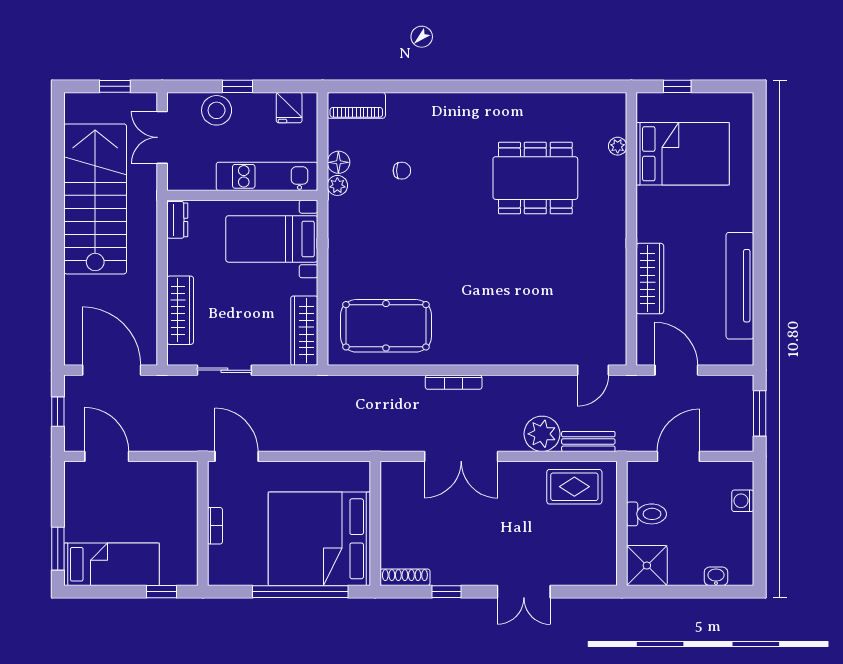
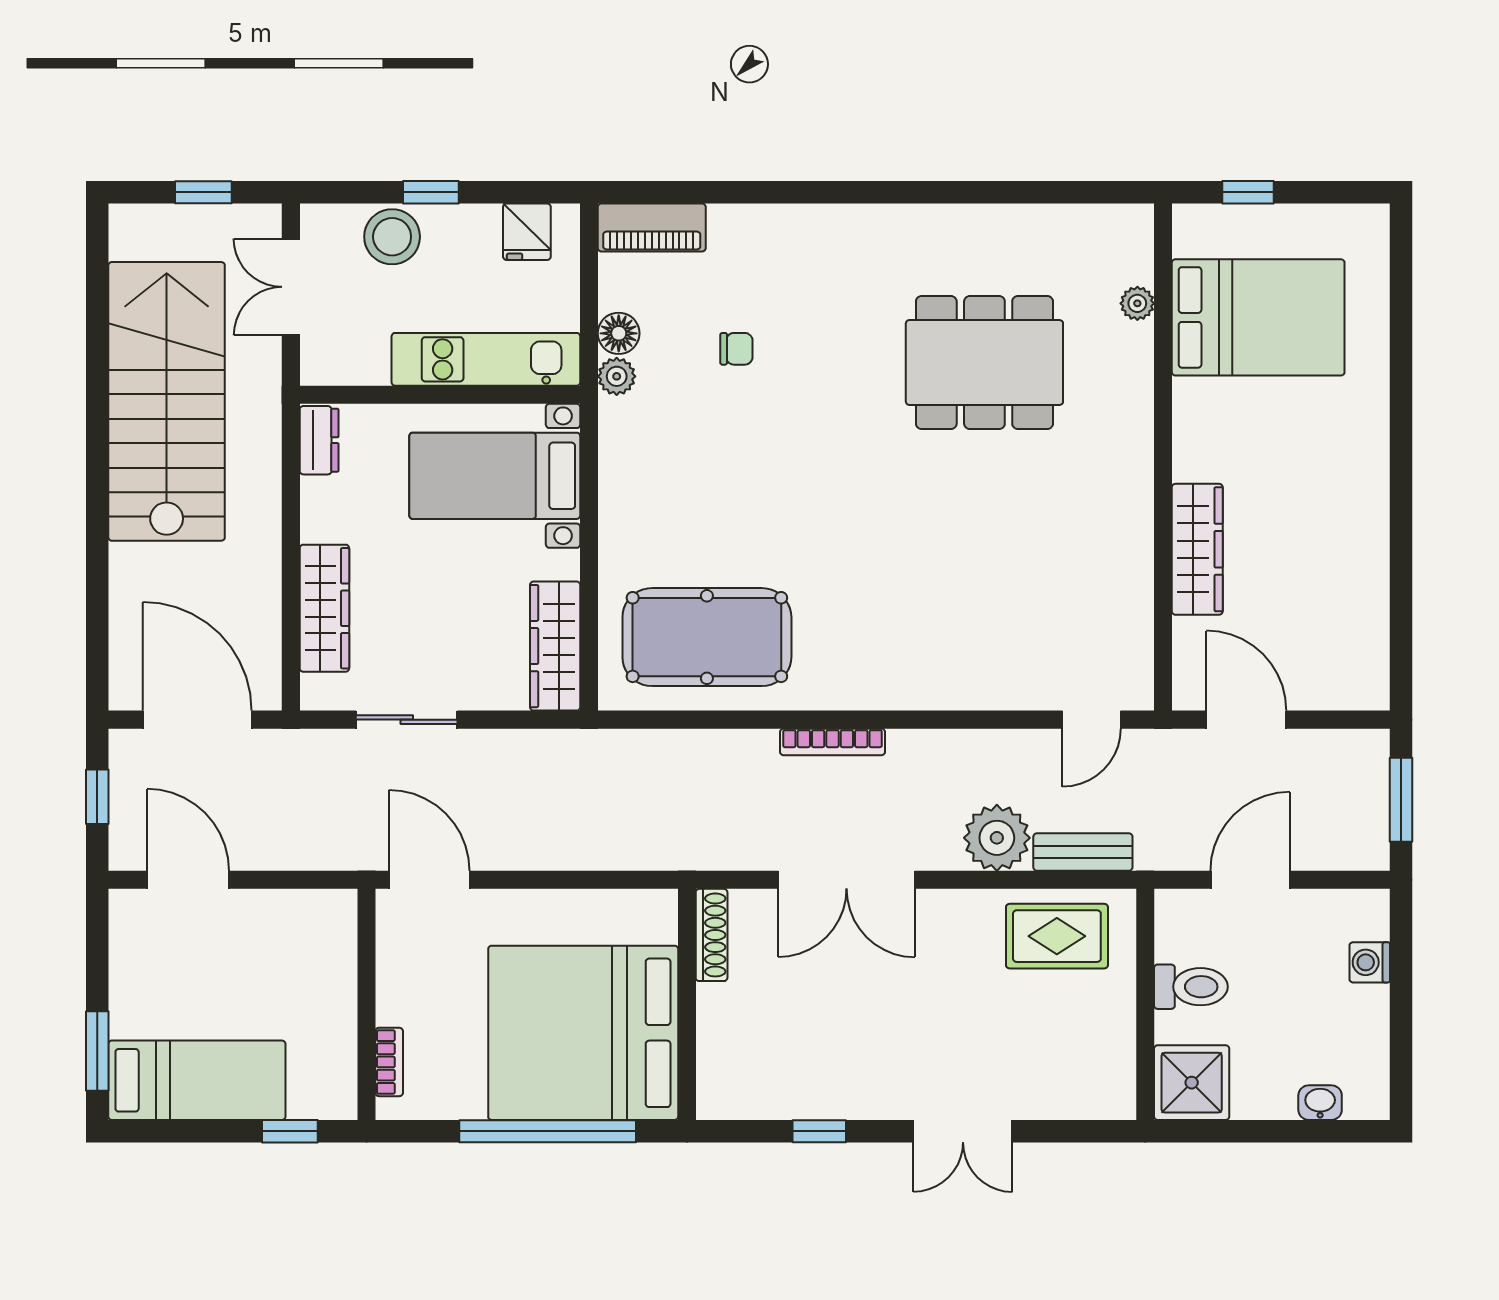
tv unit: (740, 286) -> (1365, 563), removed
bookcase: (215, 526) -> (389, 1062), moved
shoe rack: (405, 577) -> (712, 935), moved, turned 90

